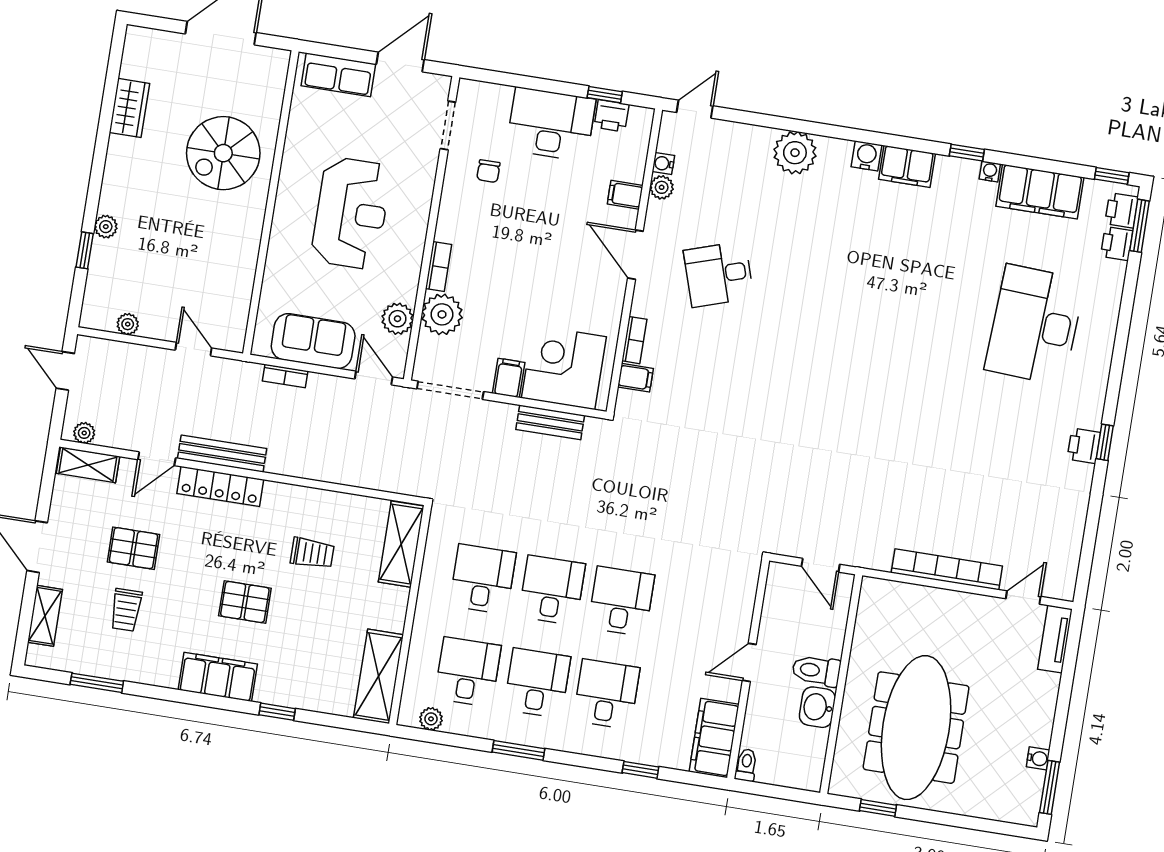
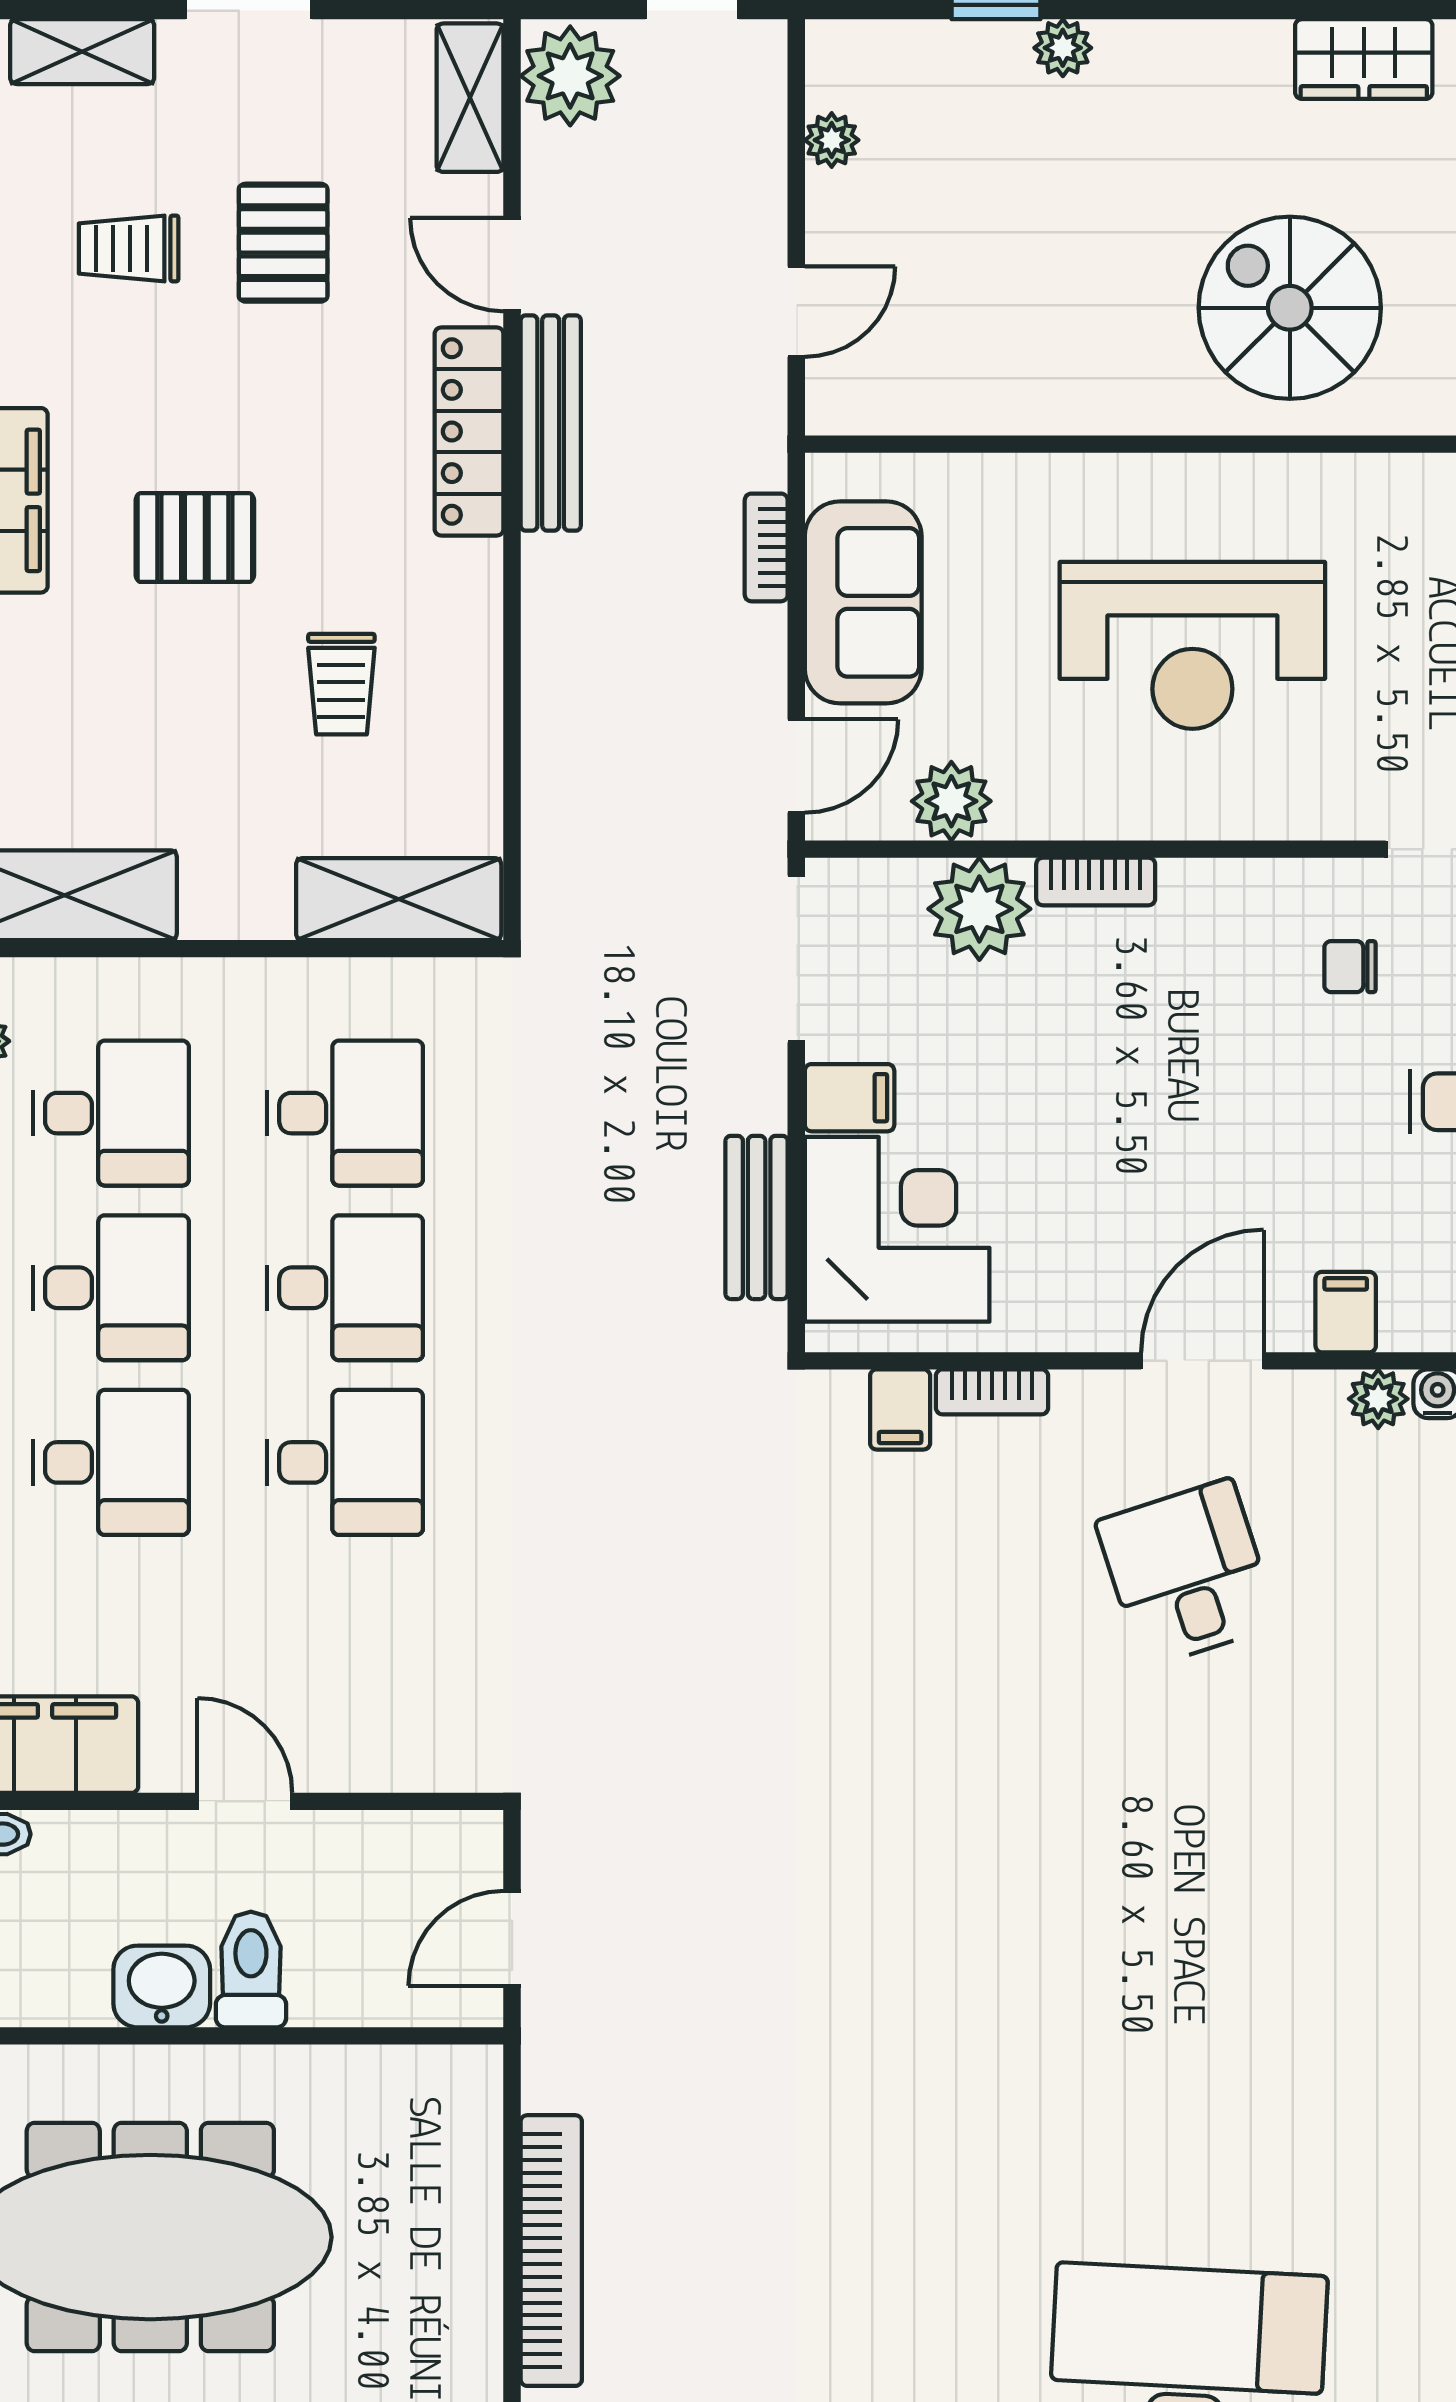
plant: (84, 433) -> (570, 76), width x1.87, depth x1.87
pallet: (245, 602) -> (195, 538), turned 90

